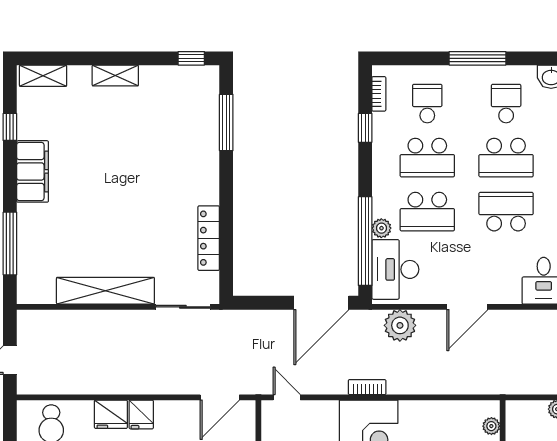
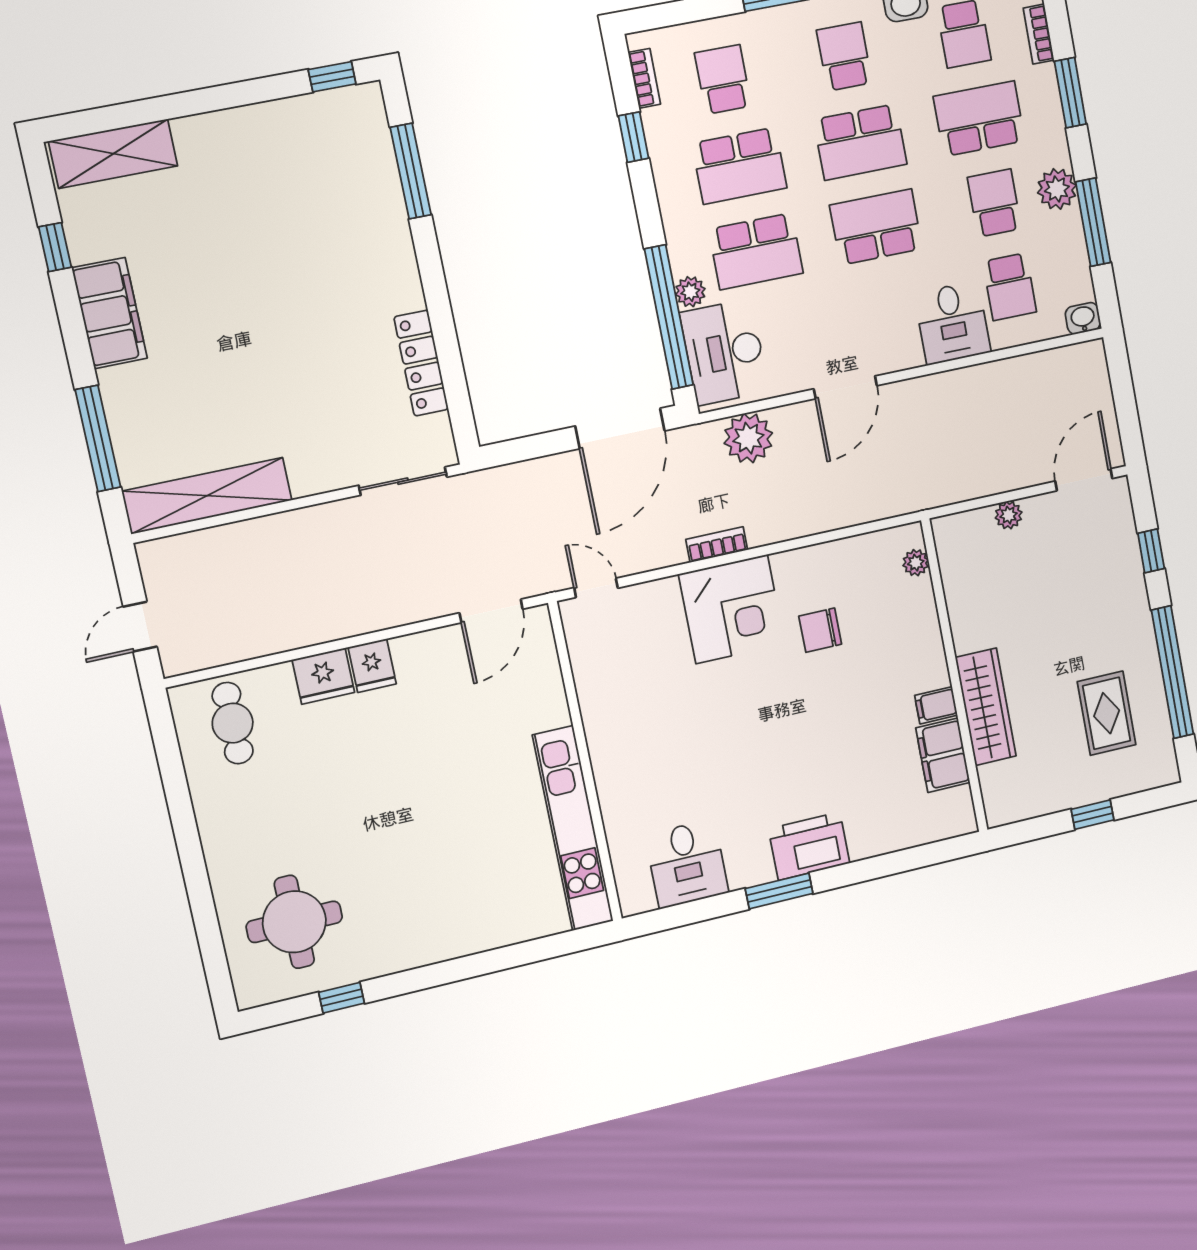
shelving: (43, 76) -> (113, 154), width x1.50, depth x1.33
shelving: (115, 76) -> (213, 129), removed
shelving: (105, 291) -> (207, 496), moved

